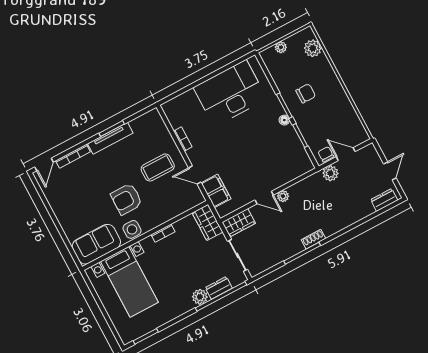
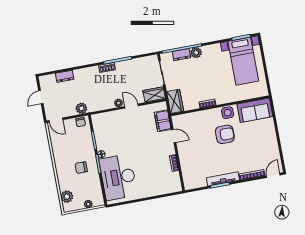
desk: (230, 93) -> (118, 177), moved, turned 90
door: (346, 154) -> (56, 120), moved
coffee table: (158, 167) -> (197, 149), removed
dresser: (384, 200) -> (65, 76), moved
bed with nightstands: (129, 282) -> (243, 61), moved, turned 180

